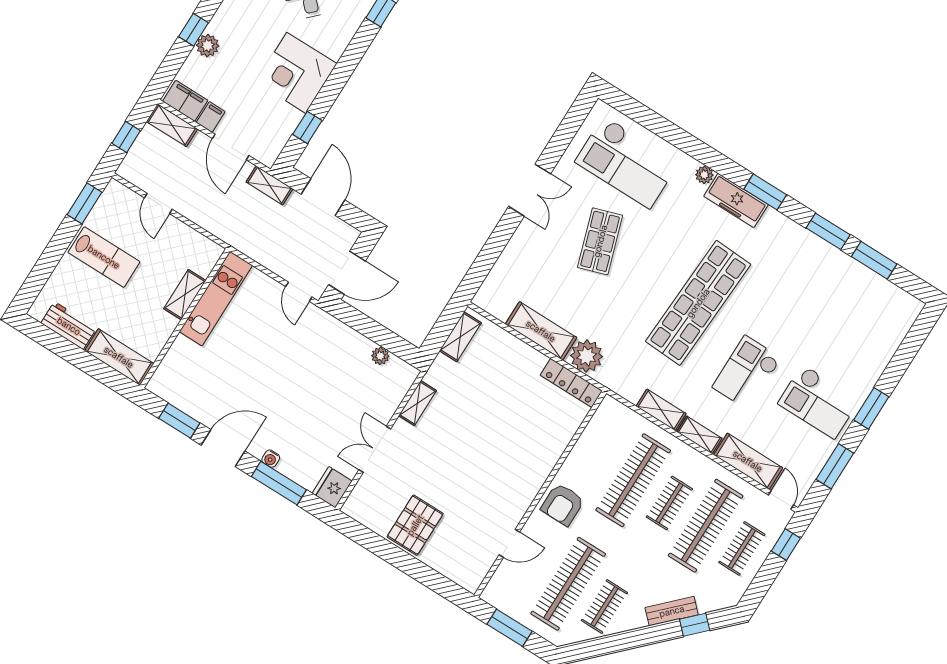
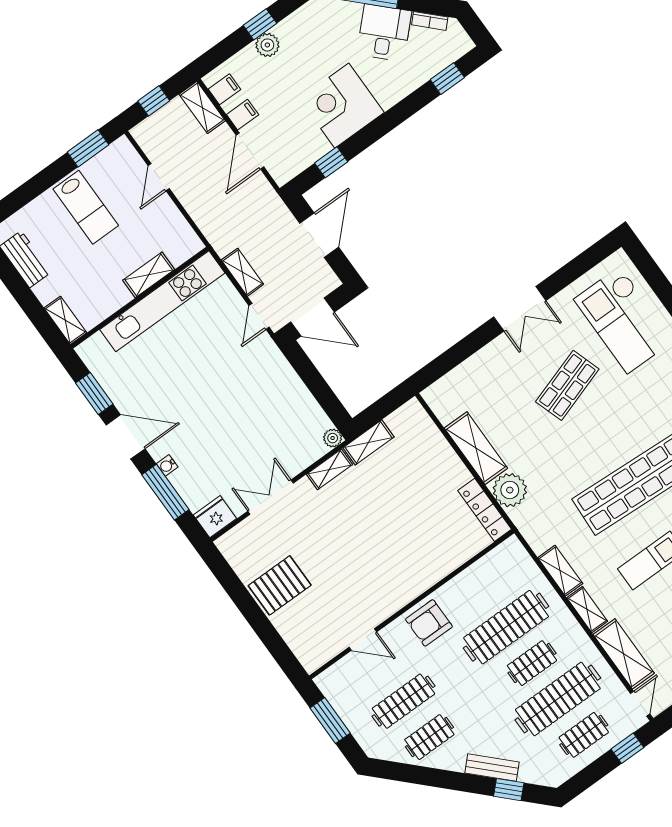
filing cabinet: (185, 101) -> (224, 89), width x0.50
shelving: (269, 185) -> (242, 272), moved
kitchen unit: (216, 299) -> (162, 301), width x1.36
shelving: (460, 337) -> (369, 442), moved
plant: (380, 356) -> (333, 438), moved
shelving: (119, 357) -> (65, 320), width x0.67, depth x0.75
clothes rail: (568, 584) -> (404, 701), width x0.73, depth x0.76

